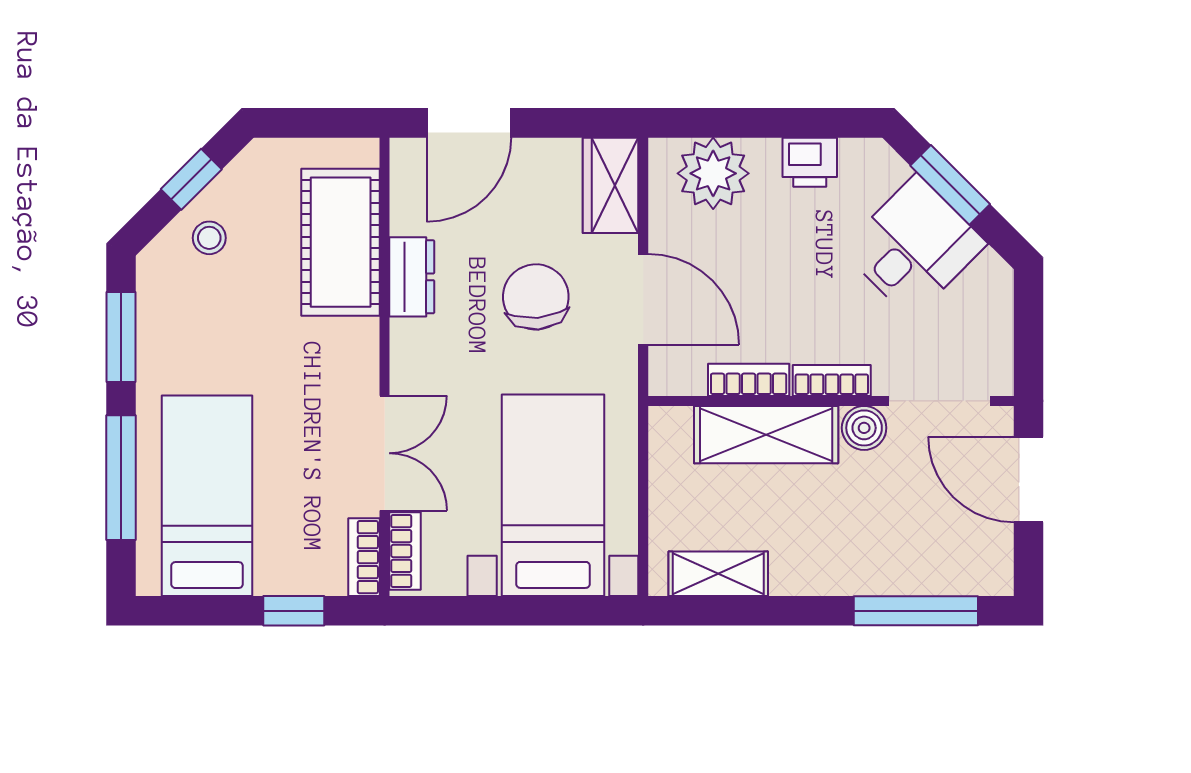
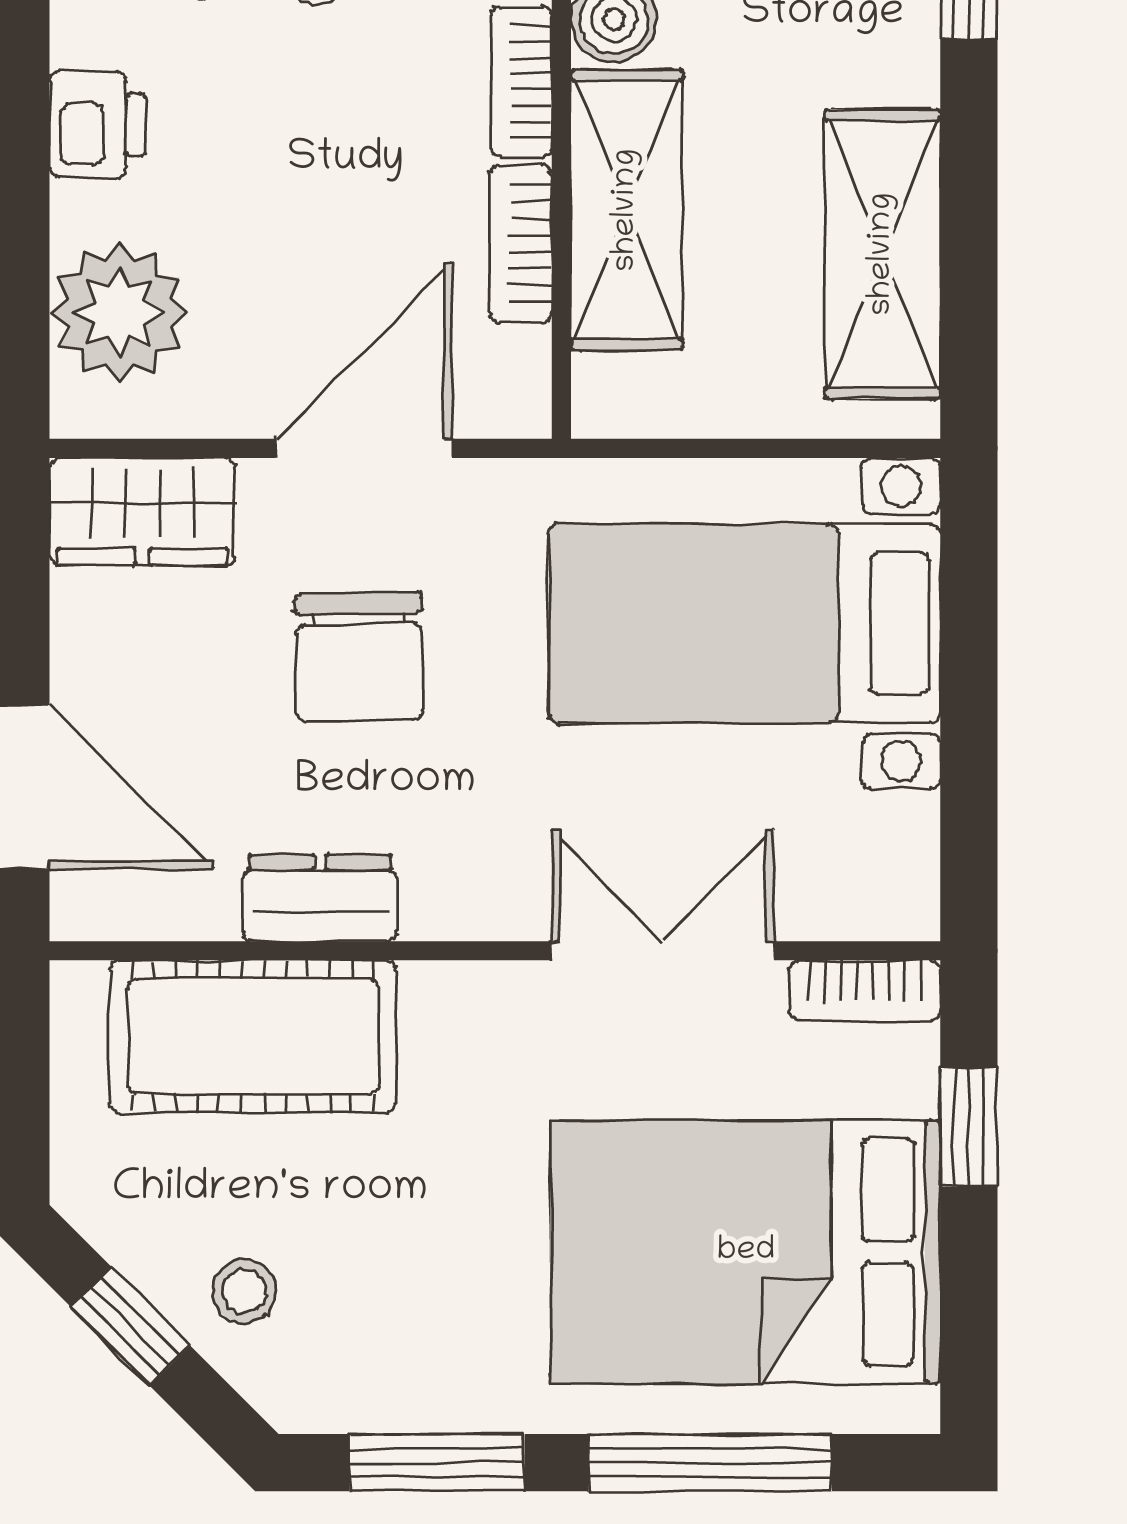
chair: (536, 297) -> (359, 657), turned -86
bed: (207, 496) -> (746, 1252), width x1.50
bookcase: (405, 551) -> (853, 911), removed
shelving: (718, 574) -> (883, 254), width x1.50, depth x1.33

